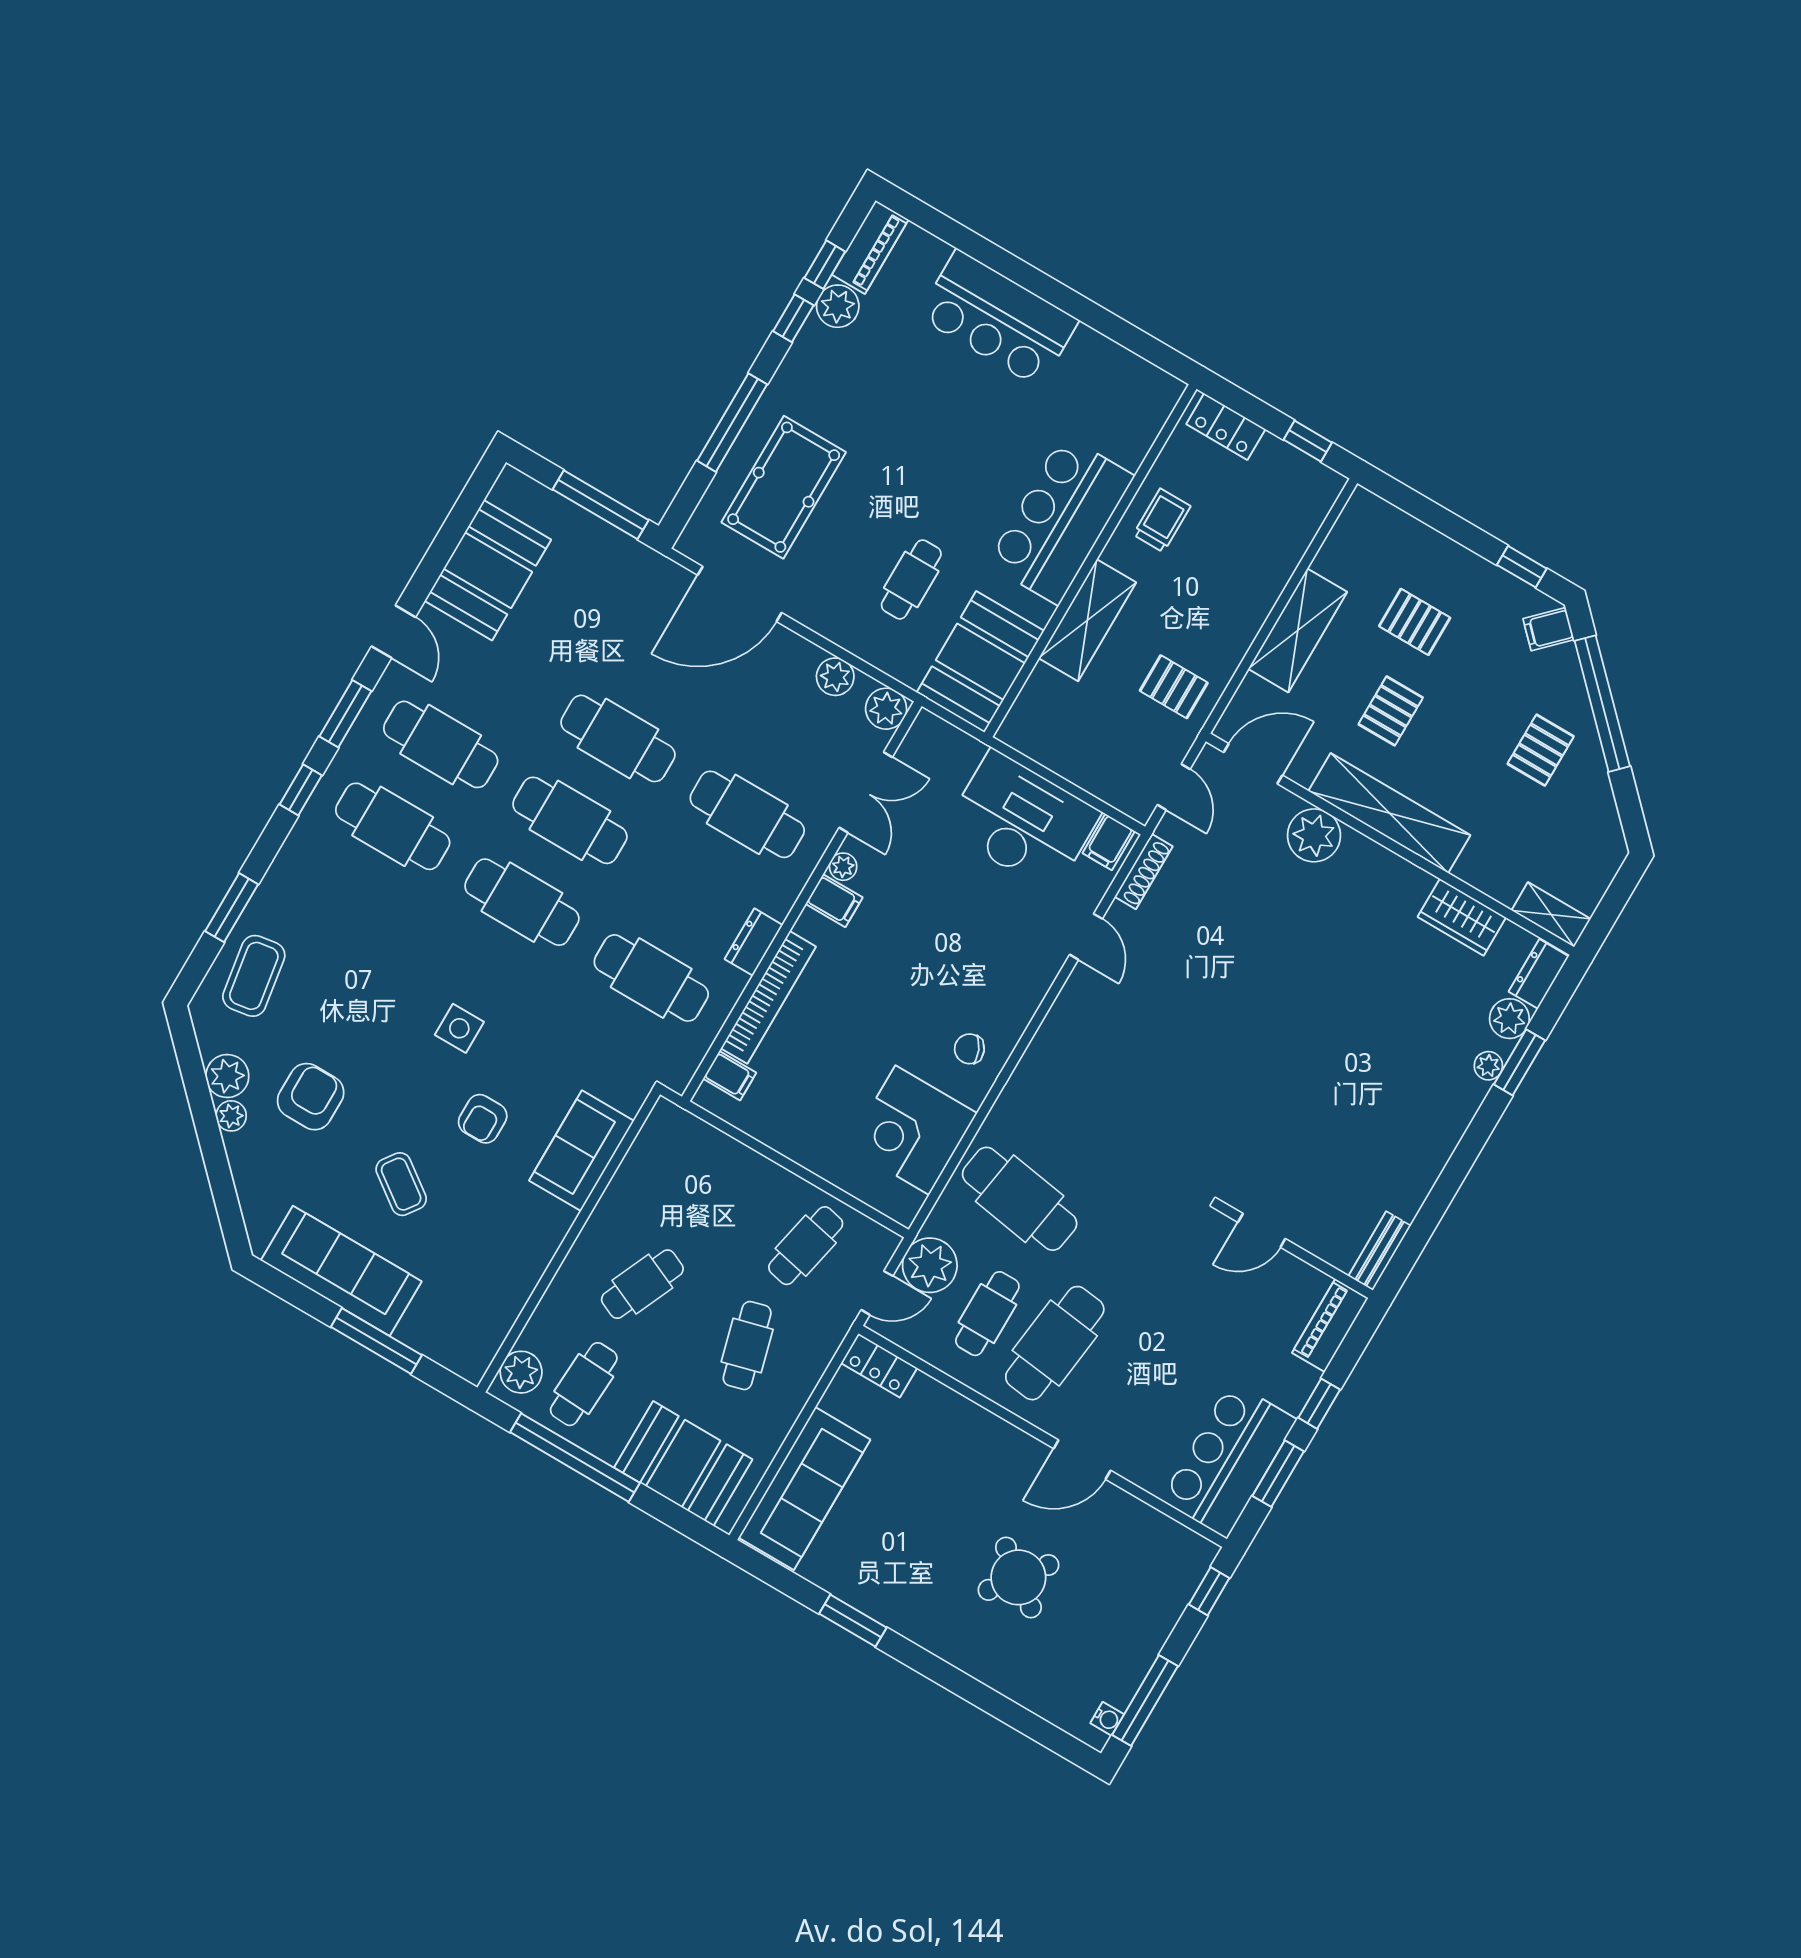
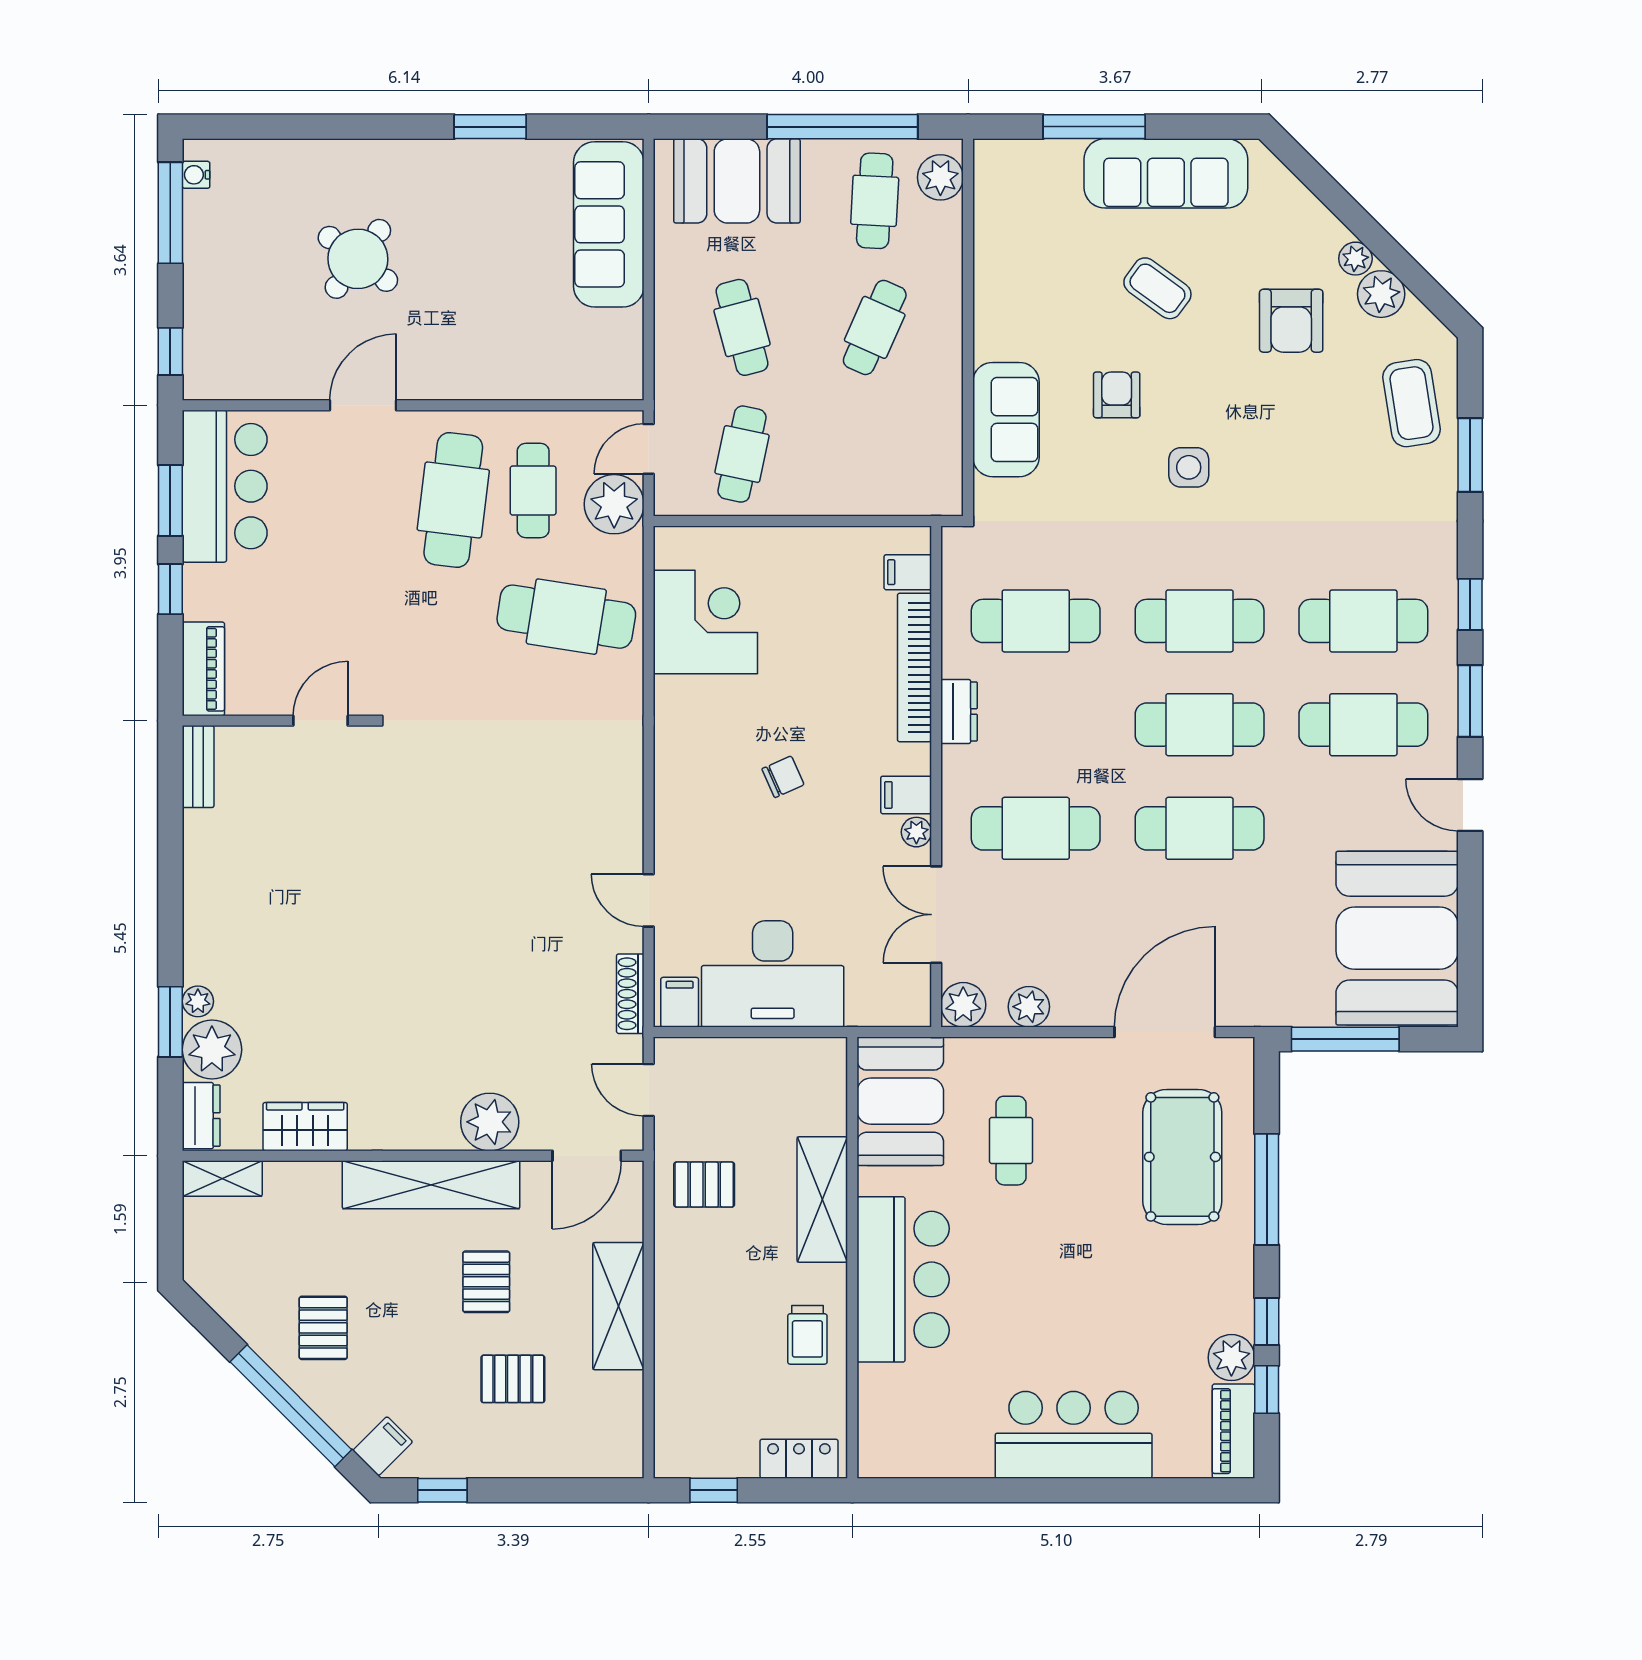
booth: (488, 570) -> (1397, 938), width x1.36, depth x1.42
plant: (1509, 1019) -> (212, 1050), width x1.36, depth x1.36
chair: (969, 1049) -> (783, 777), moved
locker: (879, 1366) -> (607, 382), removed

